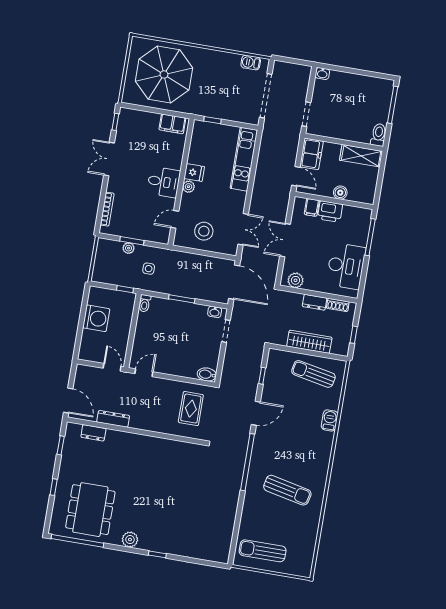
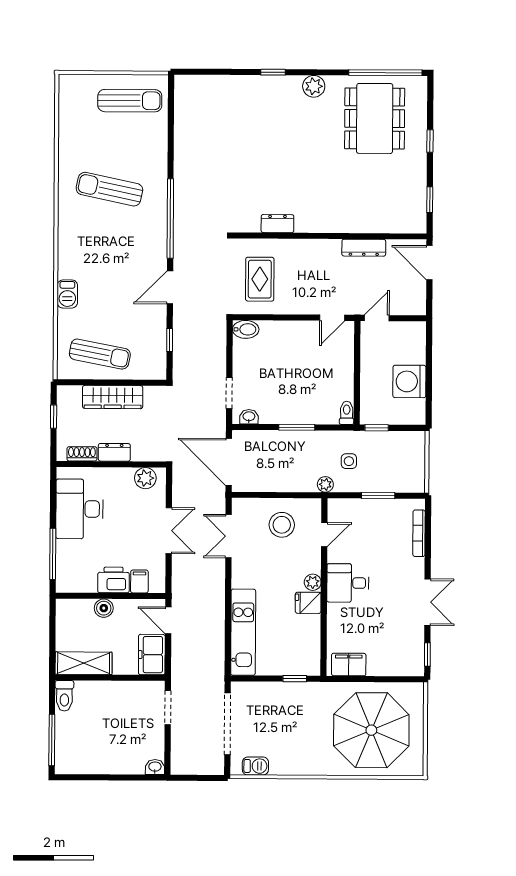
plant: (129, 248) -> (325, 484), moved
door: (112, 367) -> (377, 318), swing flipped
dresser: (93, 433) -> (277, 224), moved

